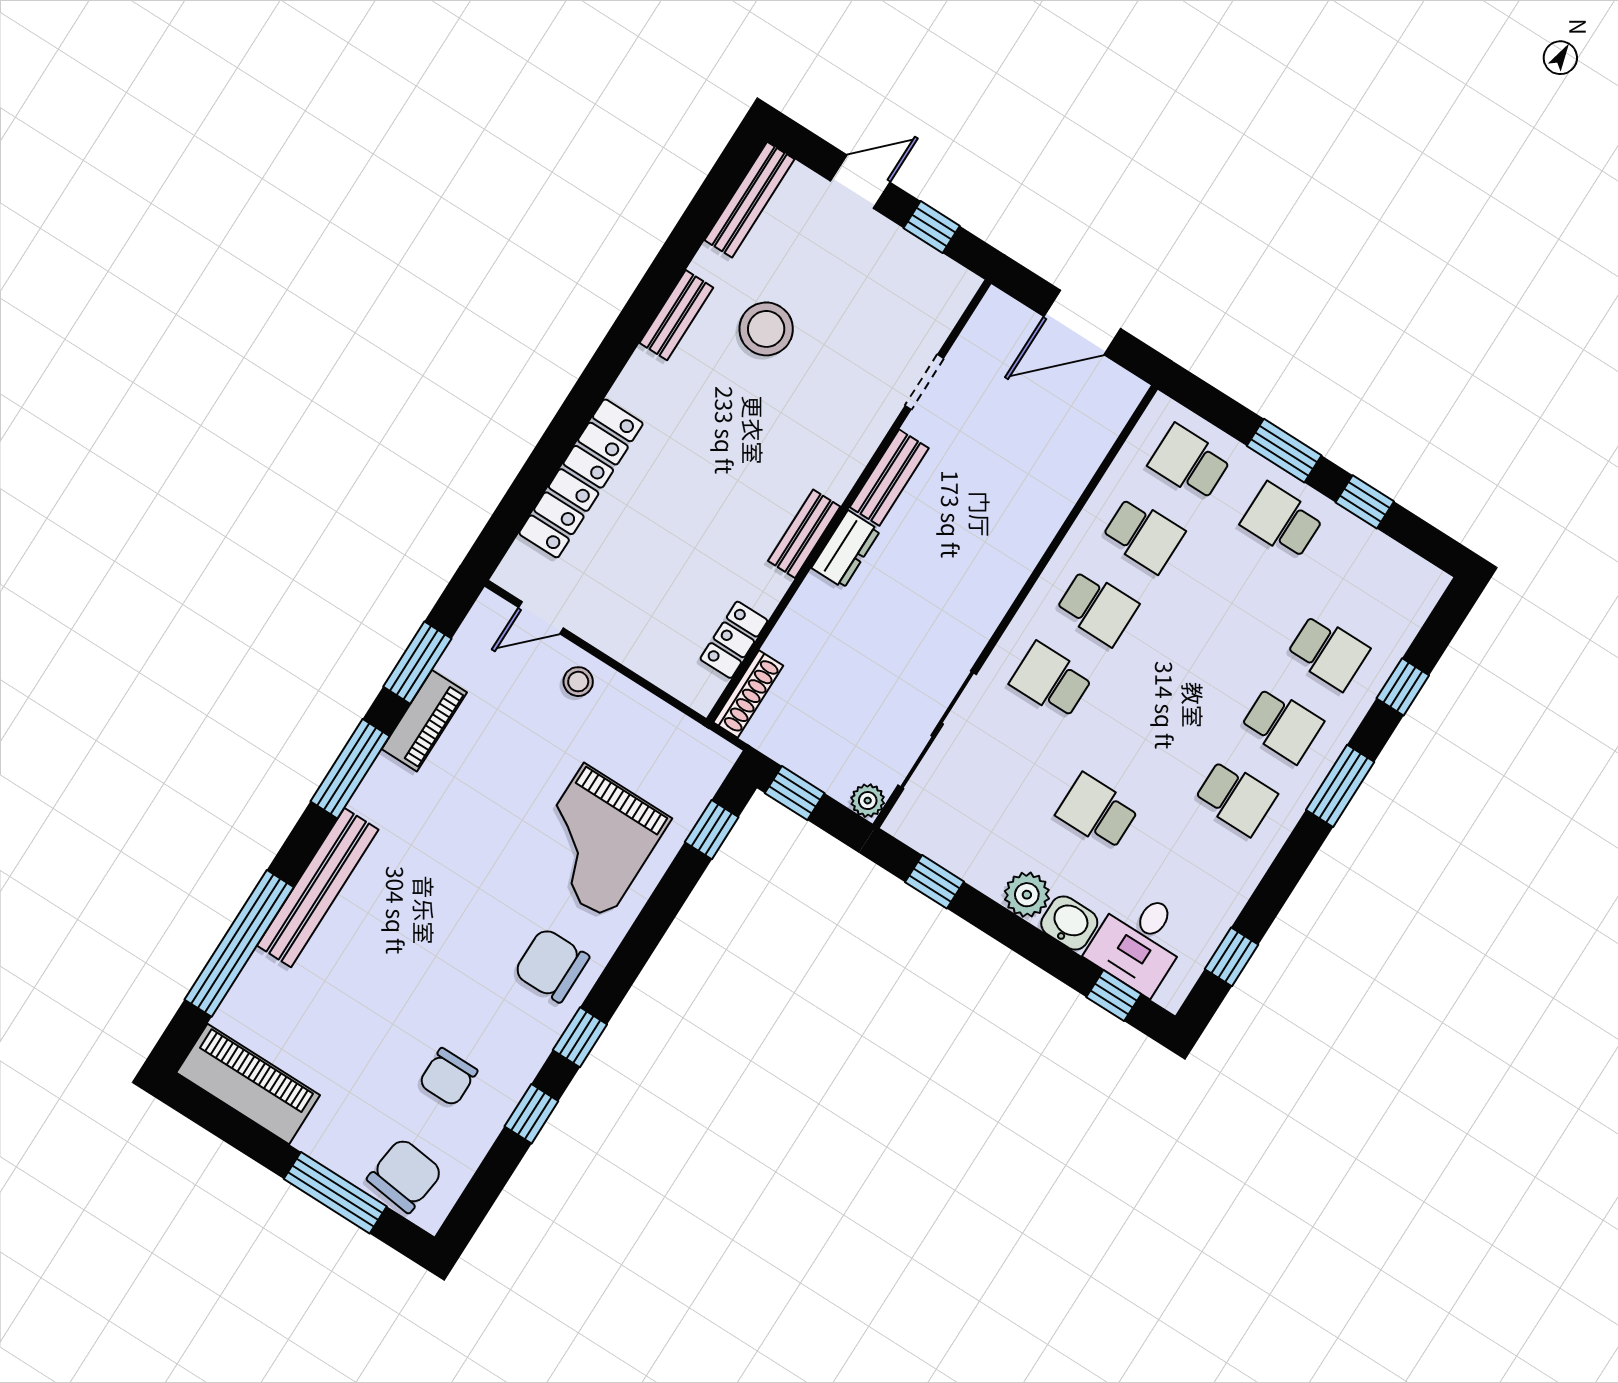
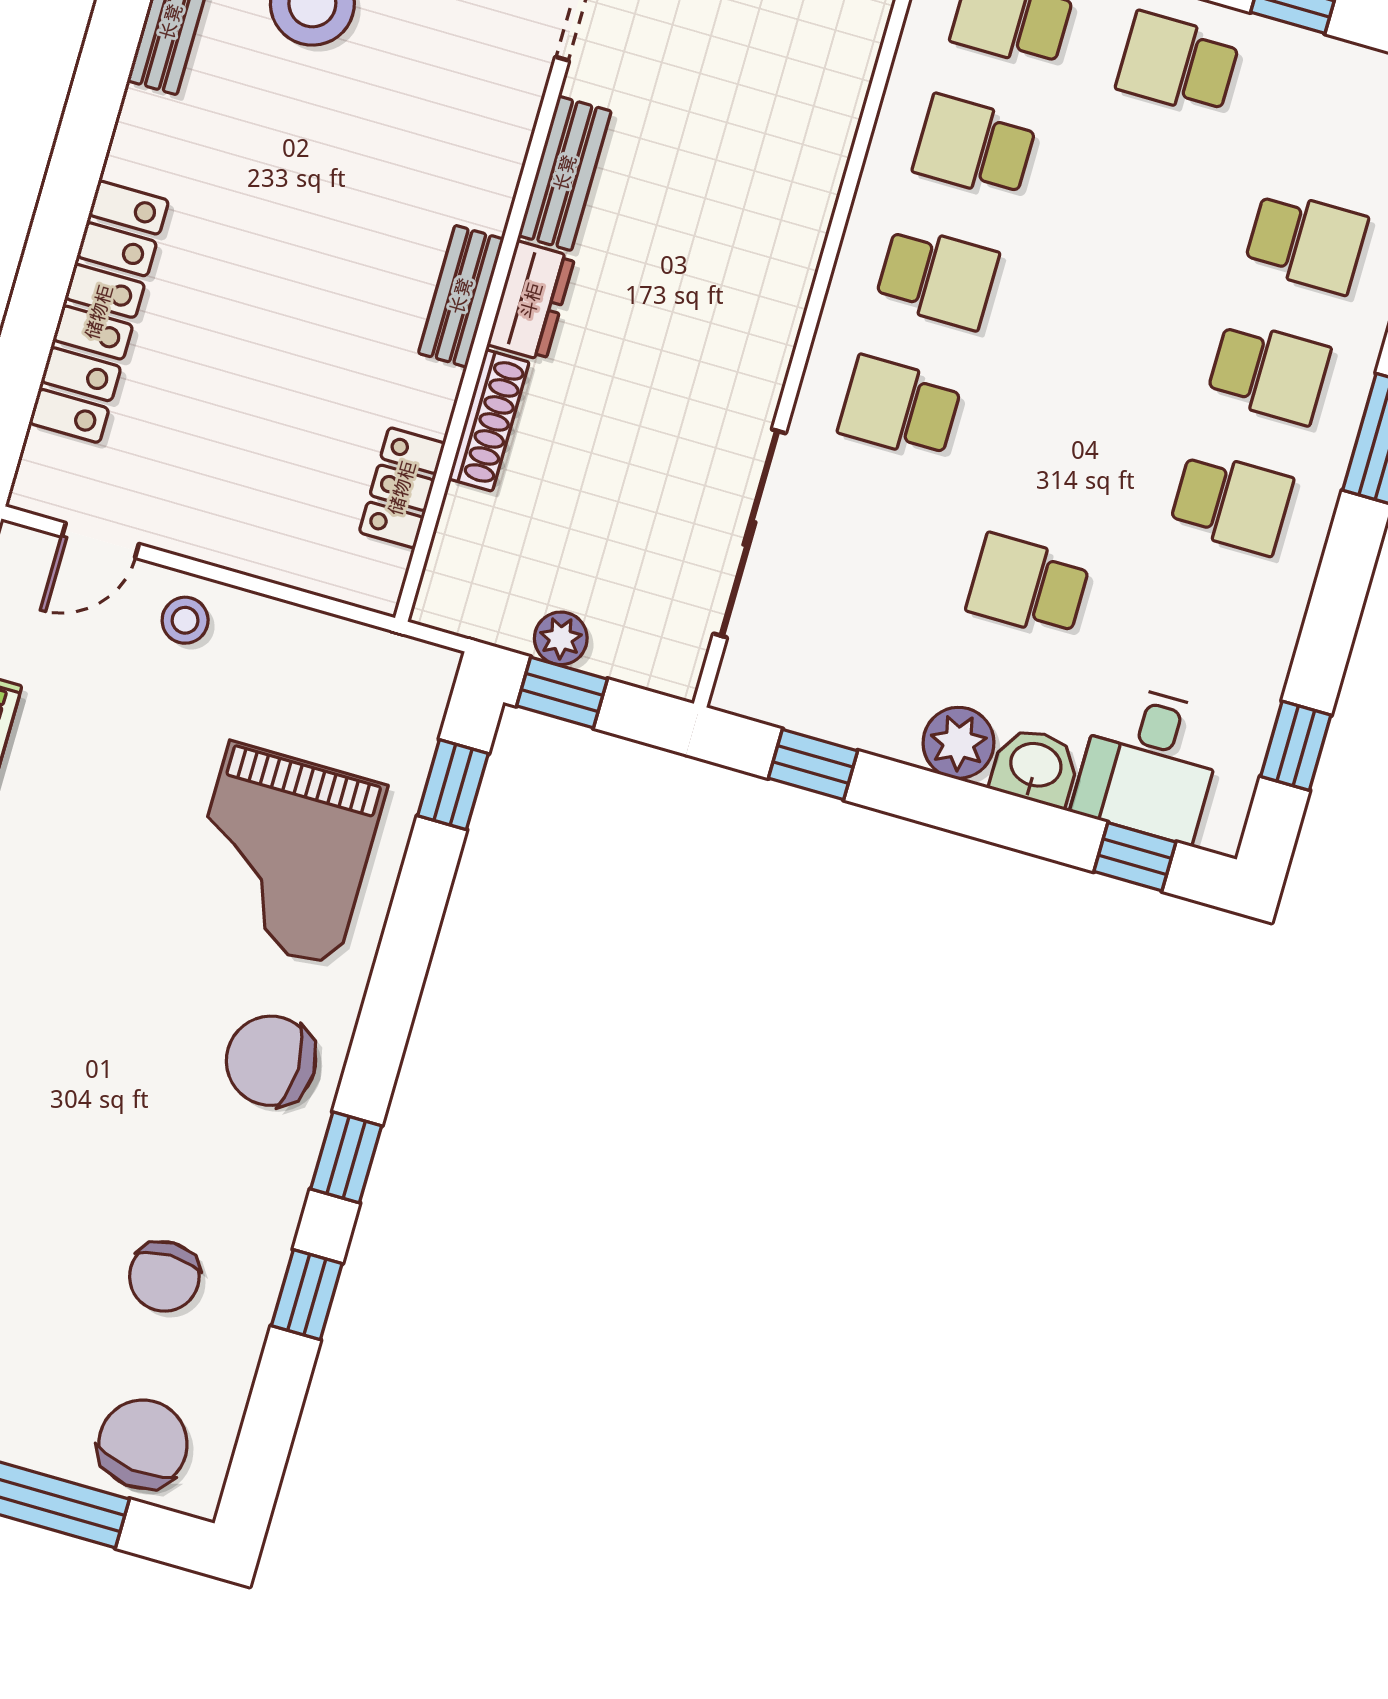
school desk: (1143, 535) -> (975, 147), turned 180
shoe rack: (748, 694) -> (489, 420), moved
plant: (868, 801) -> (561, 638), moved

